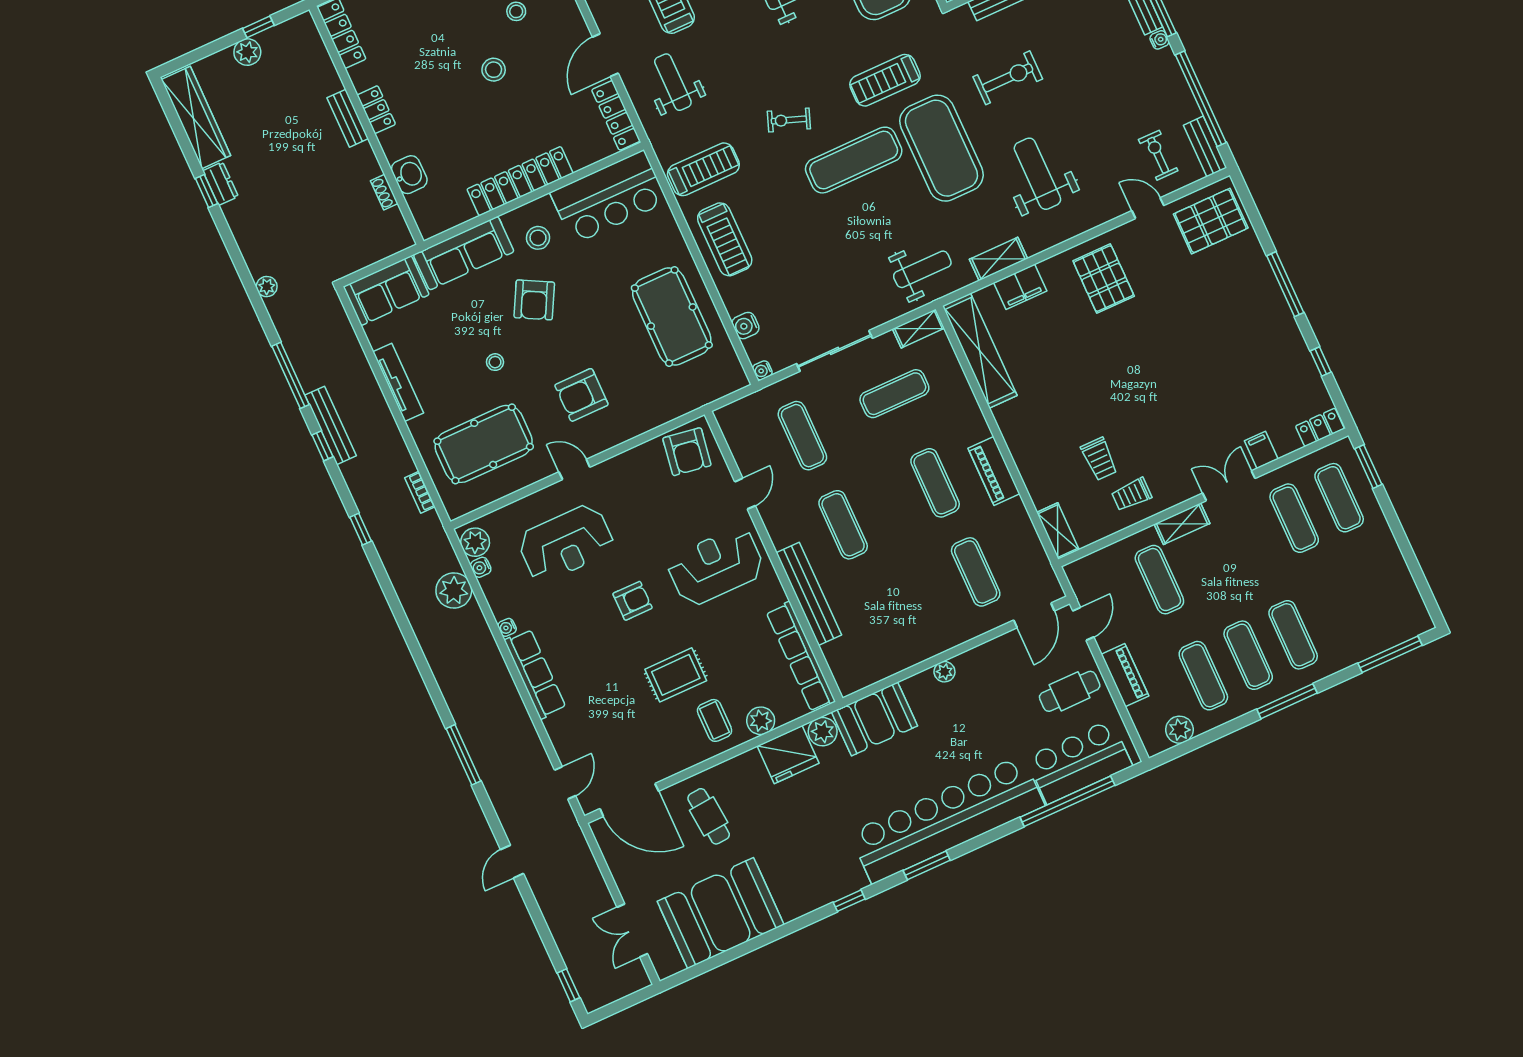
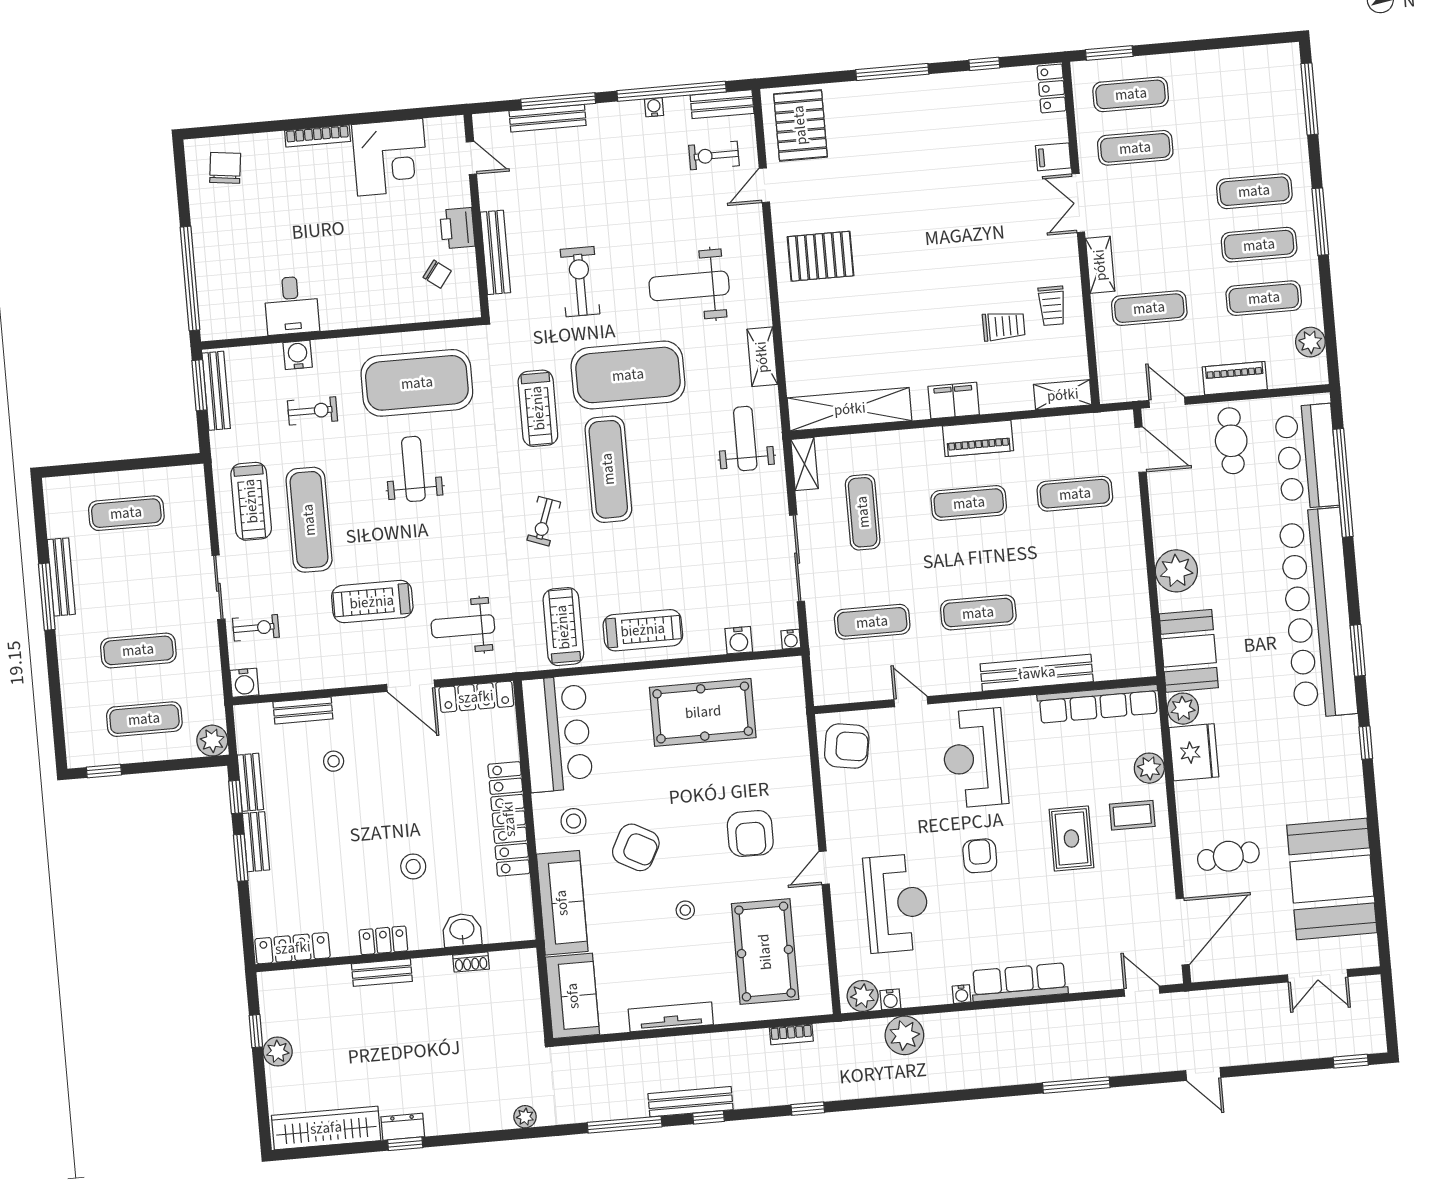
water cooler: (1159, 40) -> (654, 107), moved
stool: (494, 70) -> (413, 866), moved
filing cabinet: (1020, 287) -> (954, 401), moved, turned -90
plant: (944, 672) -> (1176, 571), width x1.88, depth x1.88

